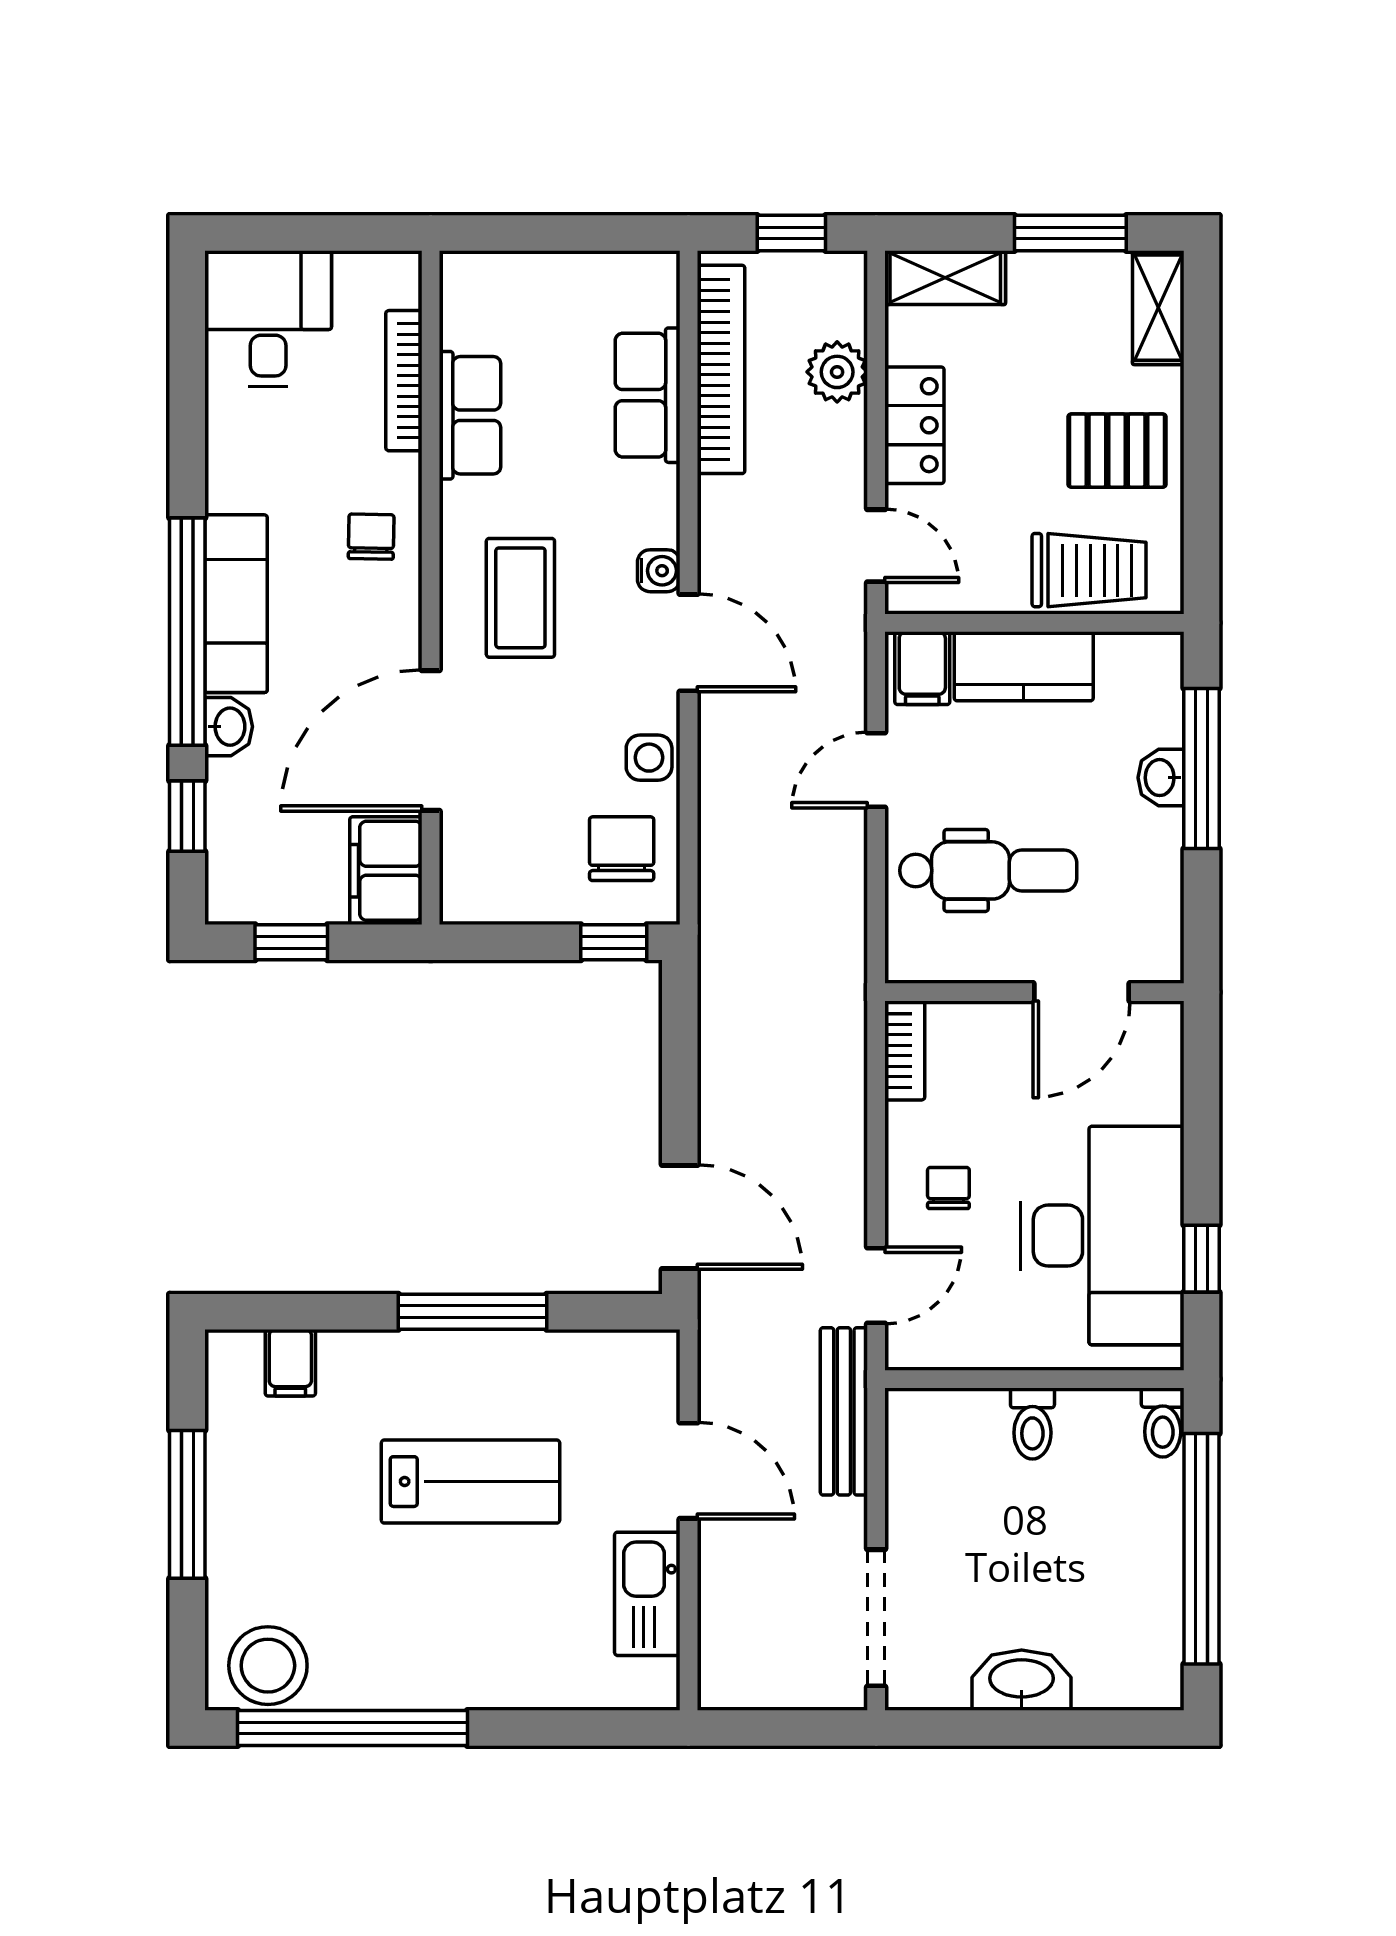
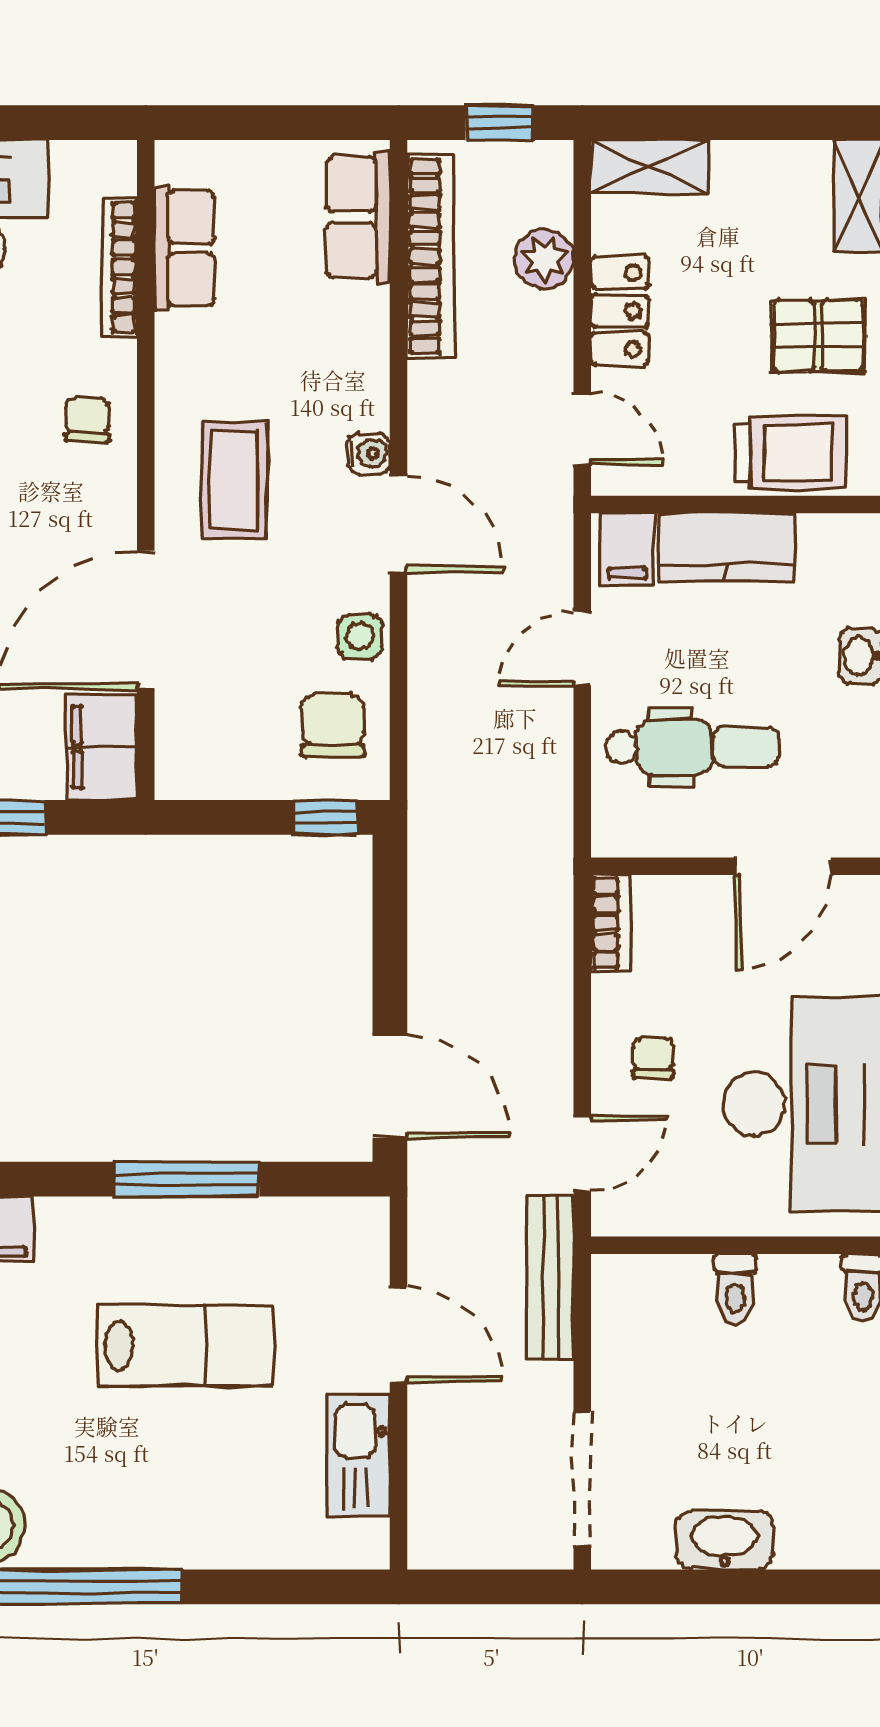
window: (1070, 233) -> (772, 123), removed
row of seats: (648, 395) -> (358, 217), moved
row of seats: (470, 415) -> (184, 248), moved

